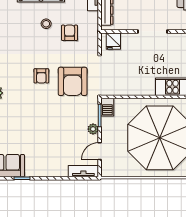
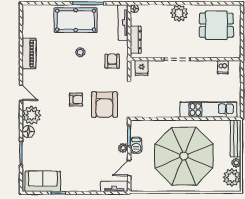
armchair: (70, 33) -> (112, 61), moved
armchair: (41, 76) -> (76, 100), turned -90
barbecue: (107, 107) -> (136, 145), moved

